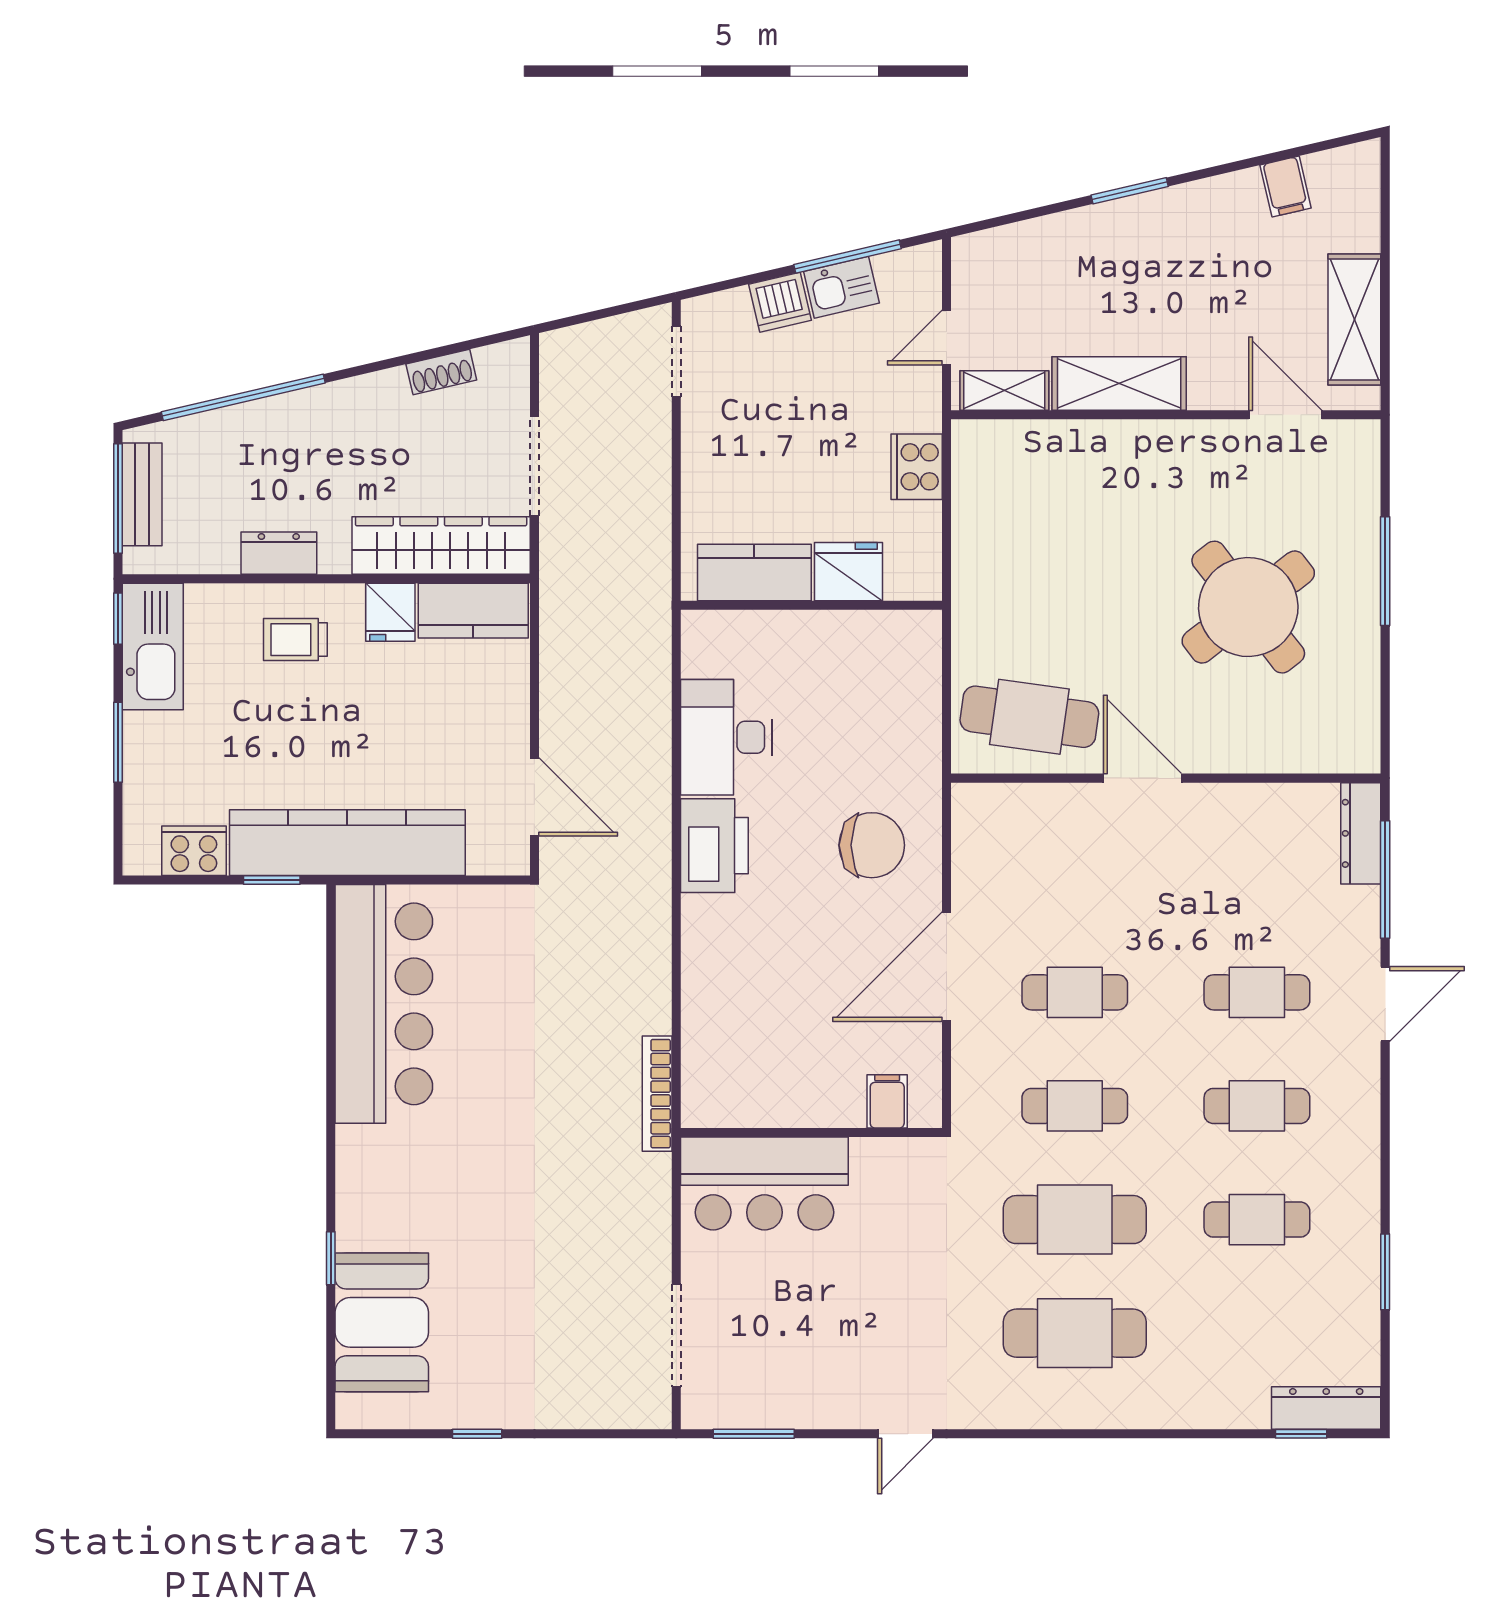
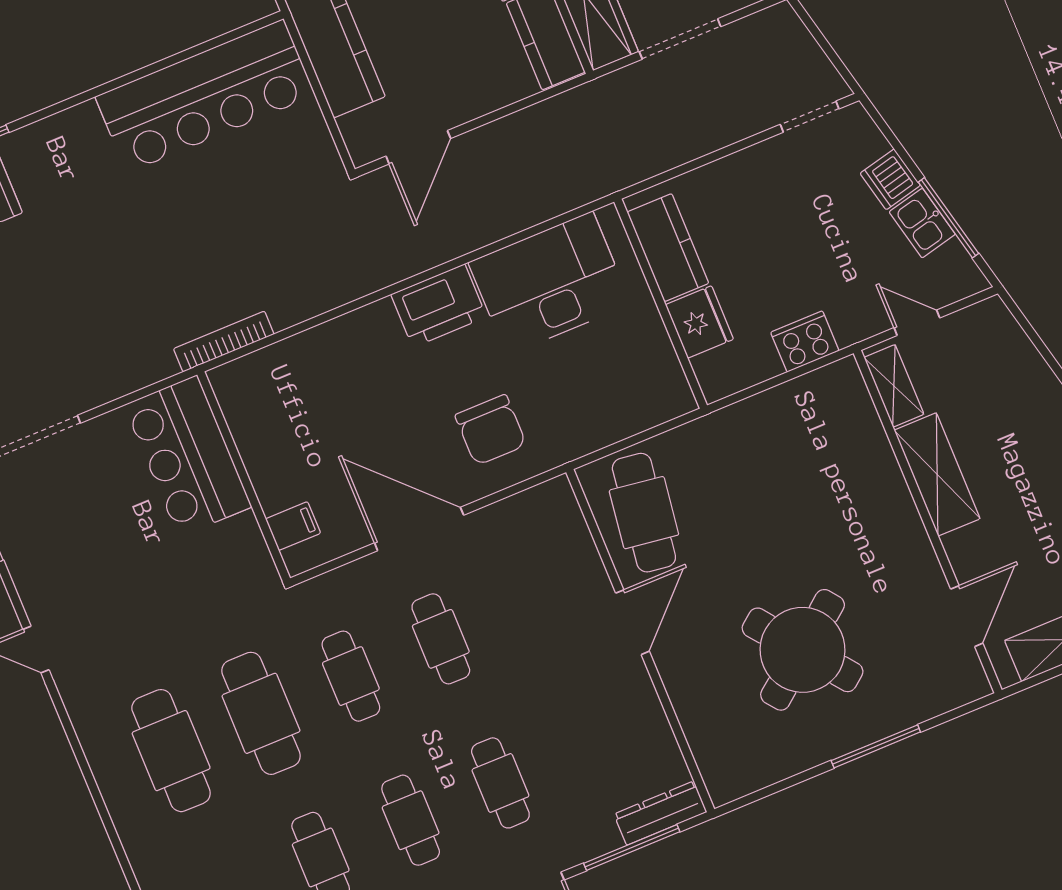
desk: (726, 737) -> (550, 283), width x1.36, depth x1.30

